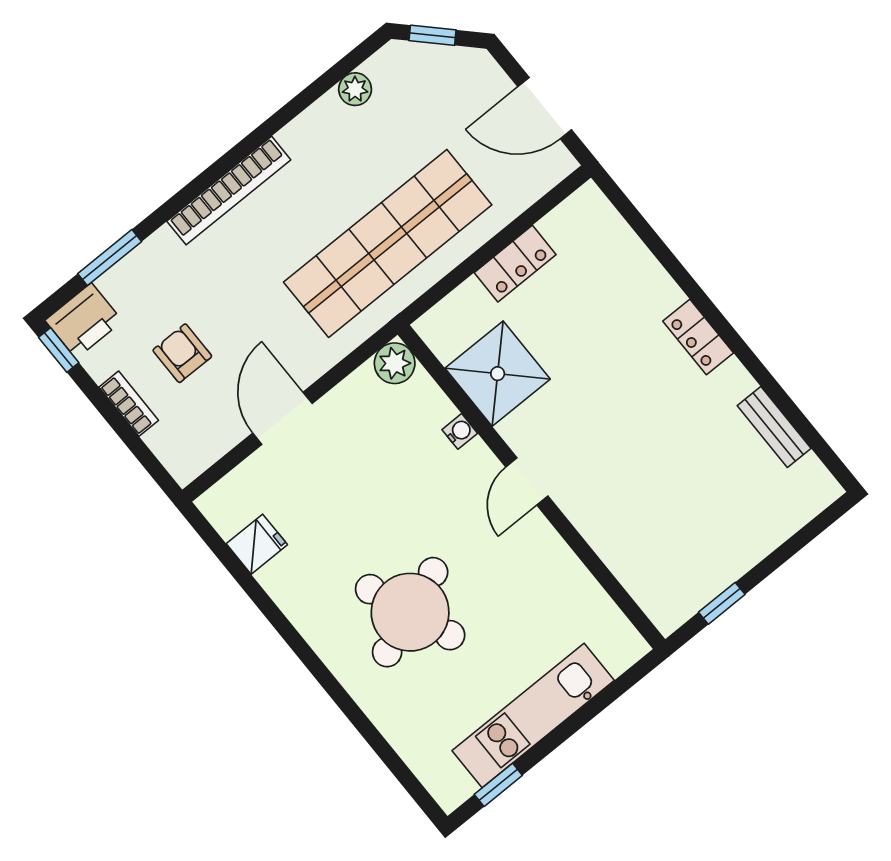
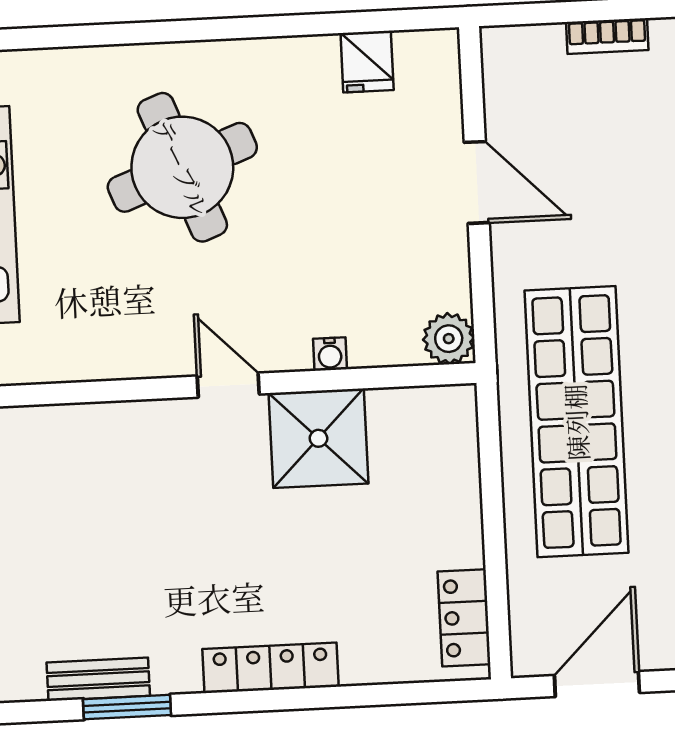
locker: (515, 264) -> (464, 618), moved
locker: (698, 337) -> (270, 668), width x1.53
armchair: (182, 353) -> (619, 129), removed
shower: (498, 374) -> (318, 438), moved
window: (778, 396) -> (127, 707), added

